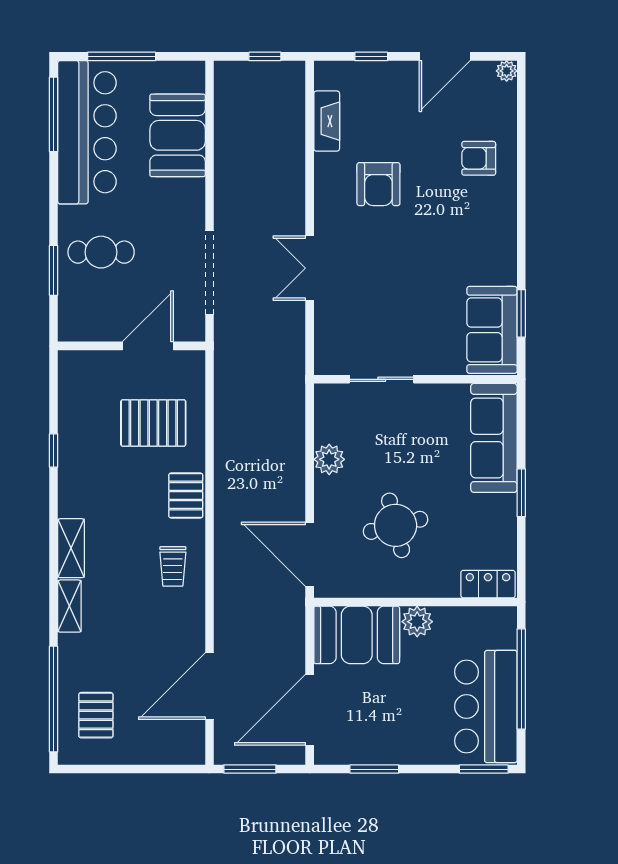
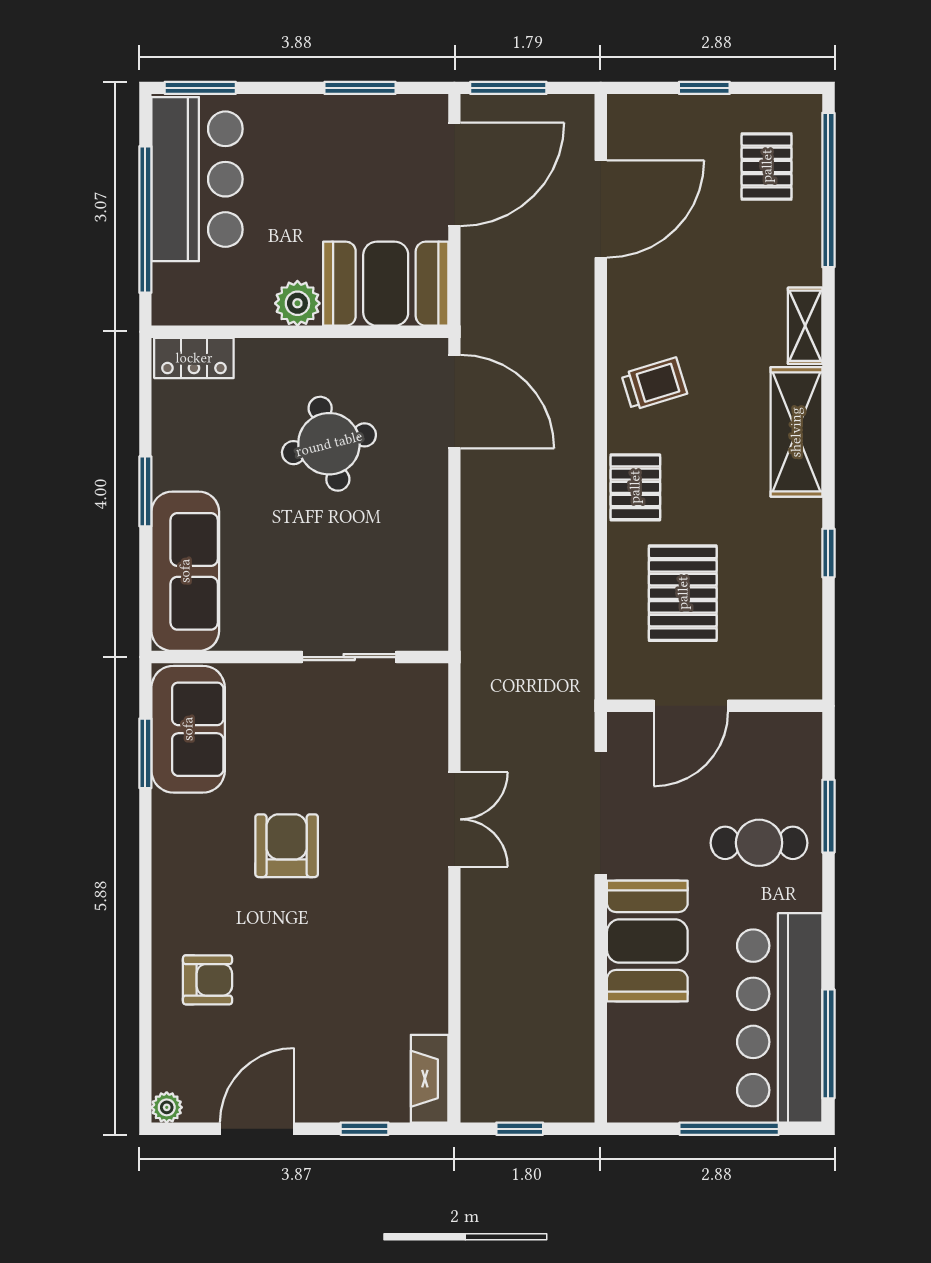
fireplace: (327, 121) -> (430, 1079), moved
booth: (178, 135) -> (647, 941), moved
armchair: (378, 184) -> (287, 846), moved
pallet: (153, 423) -> (683, 593), turned 90
plant: (329, 459) -> (426, 540), removed
shelving: (71, 548) -> (796, 432), width x1.50, depth x1.33
trolley: (173, 566) -> (654, 384), turned 73
window: (139, 769) -> (704, 88), added
window: (250, 769) -> (508, 88), moved

